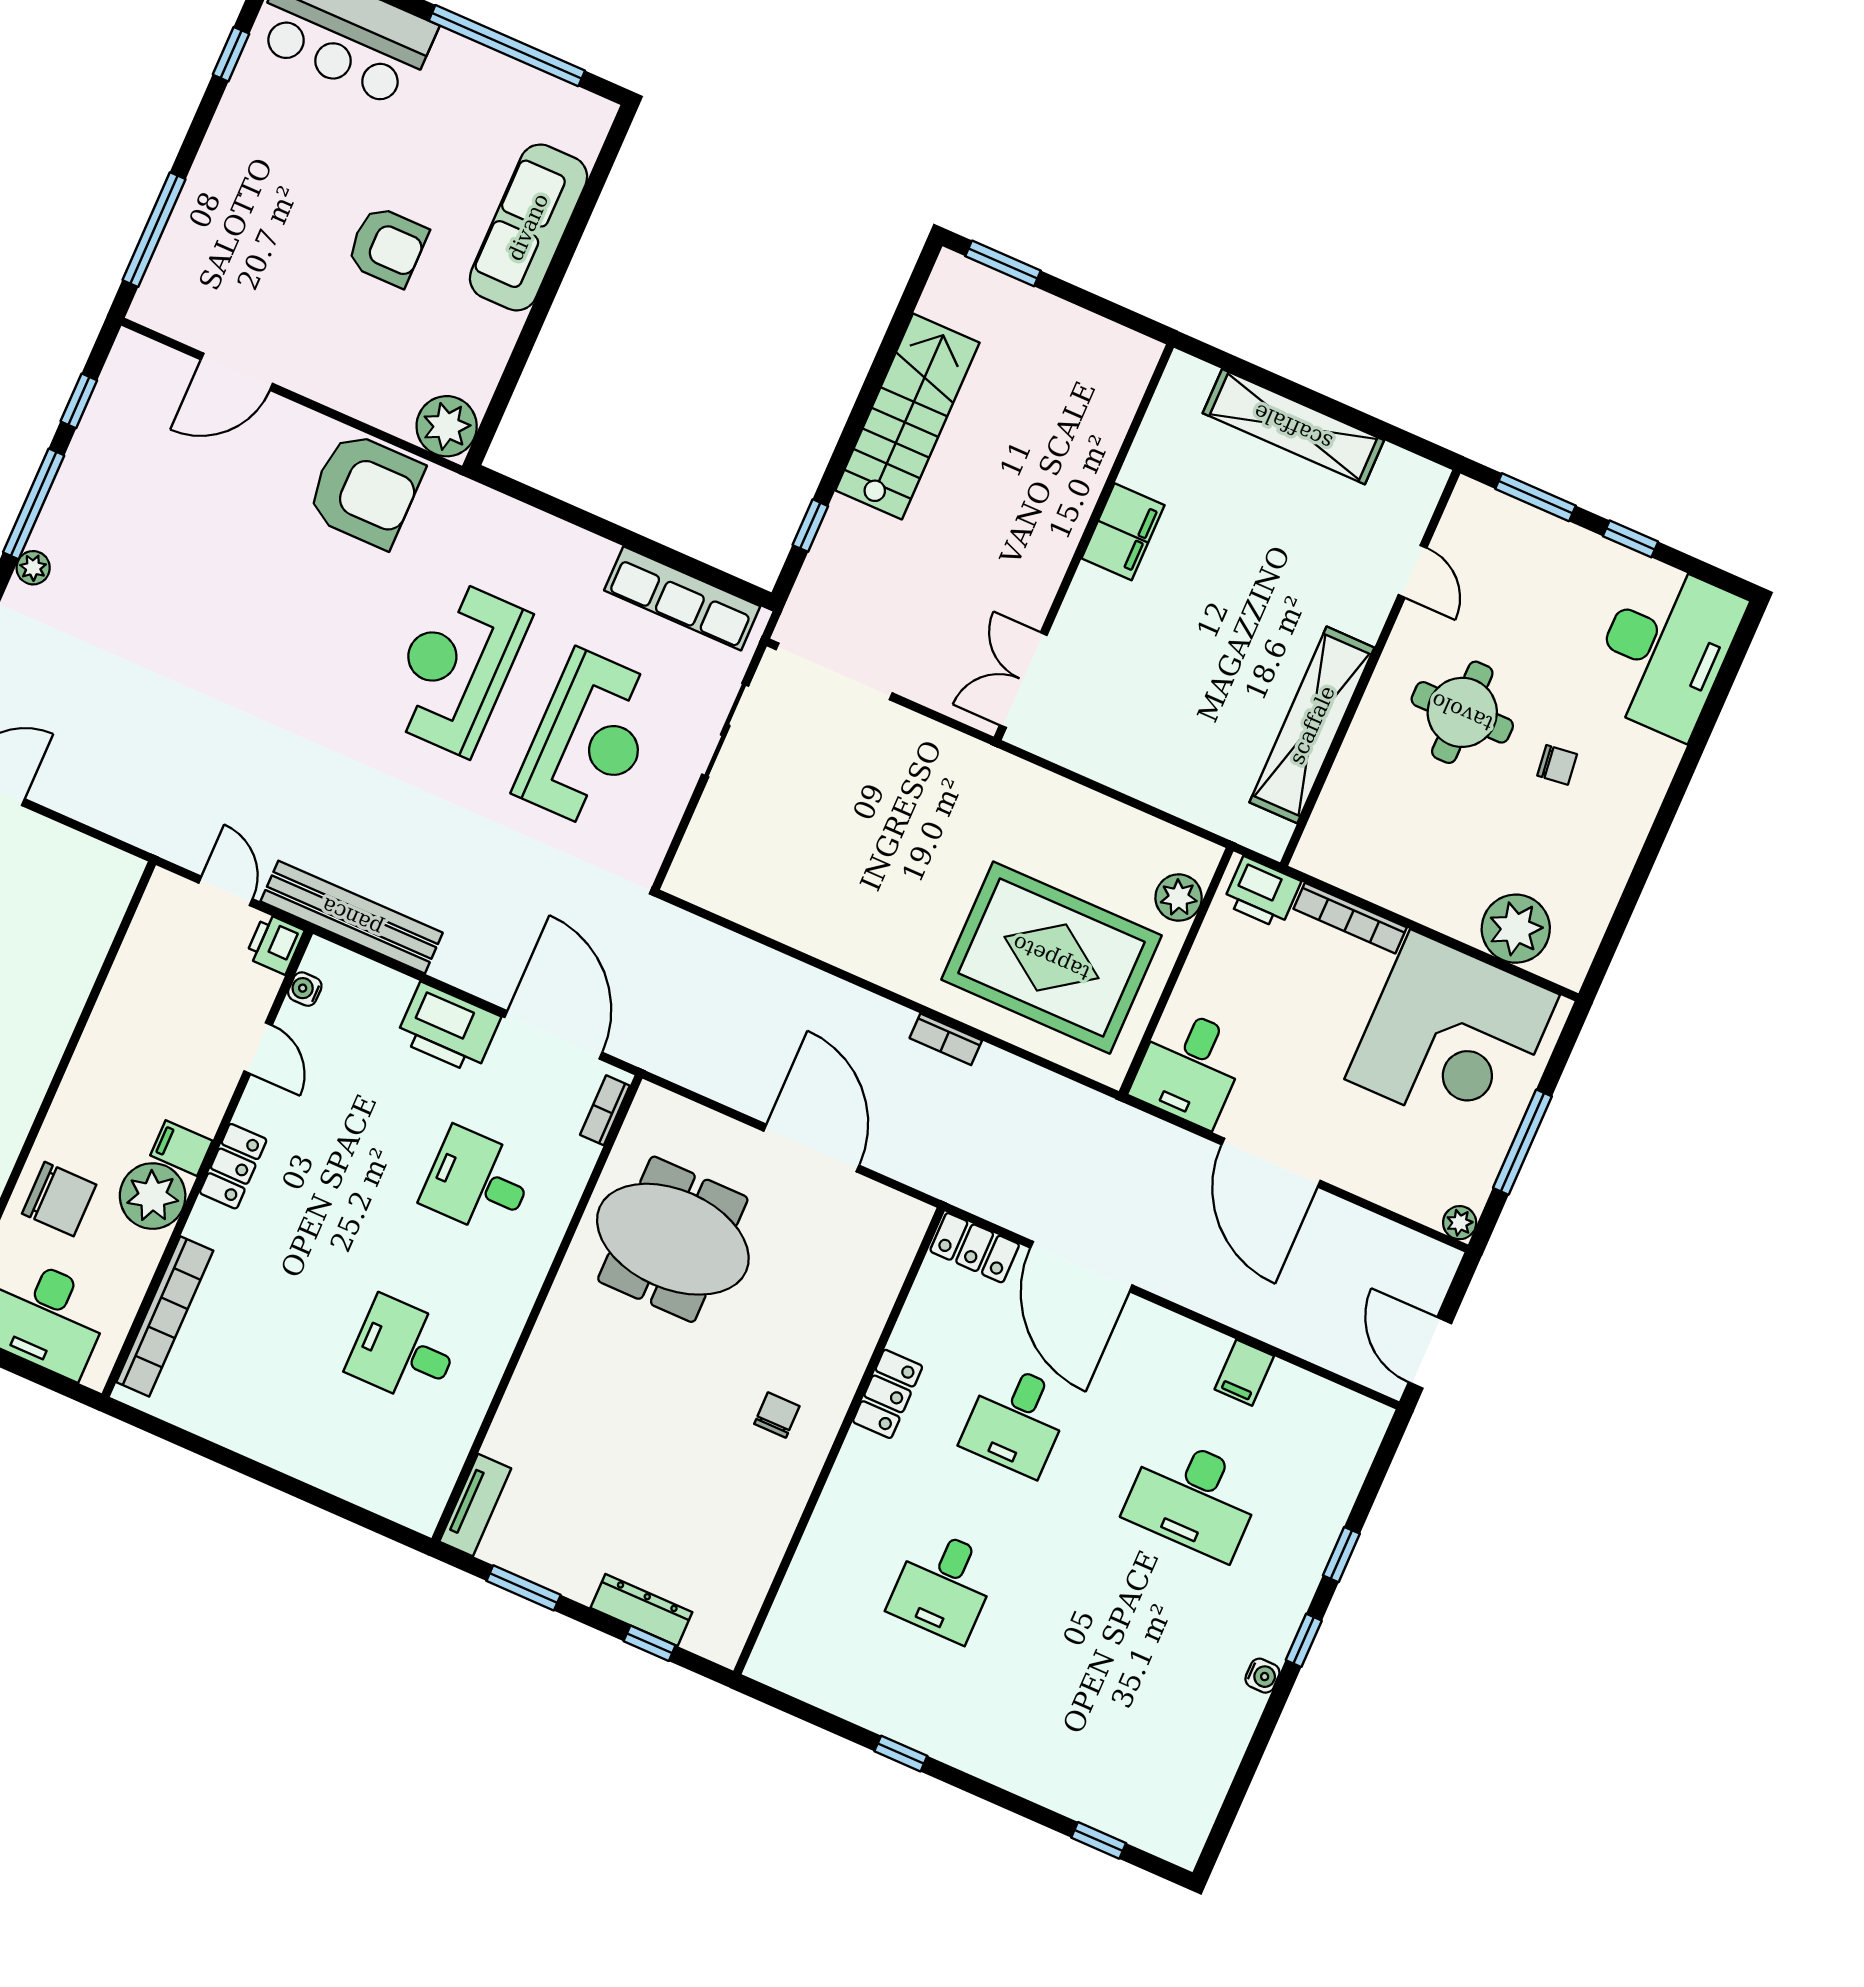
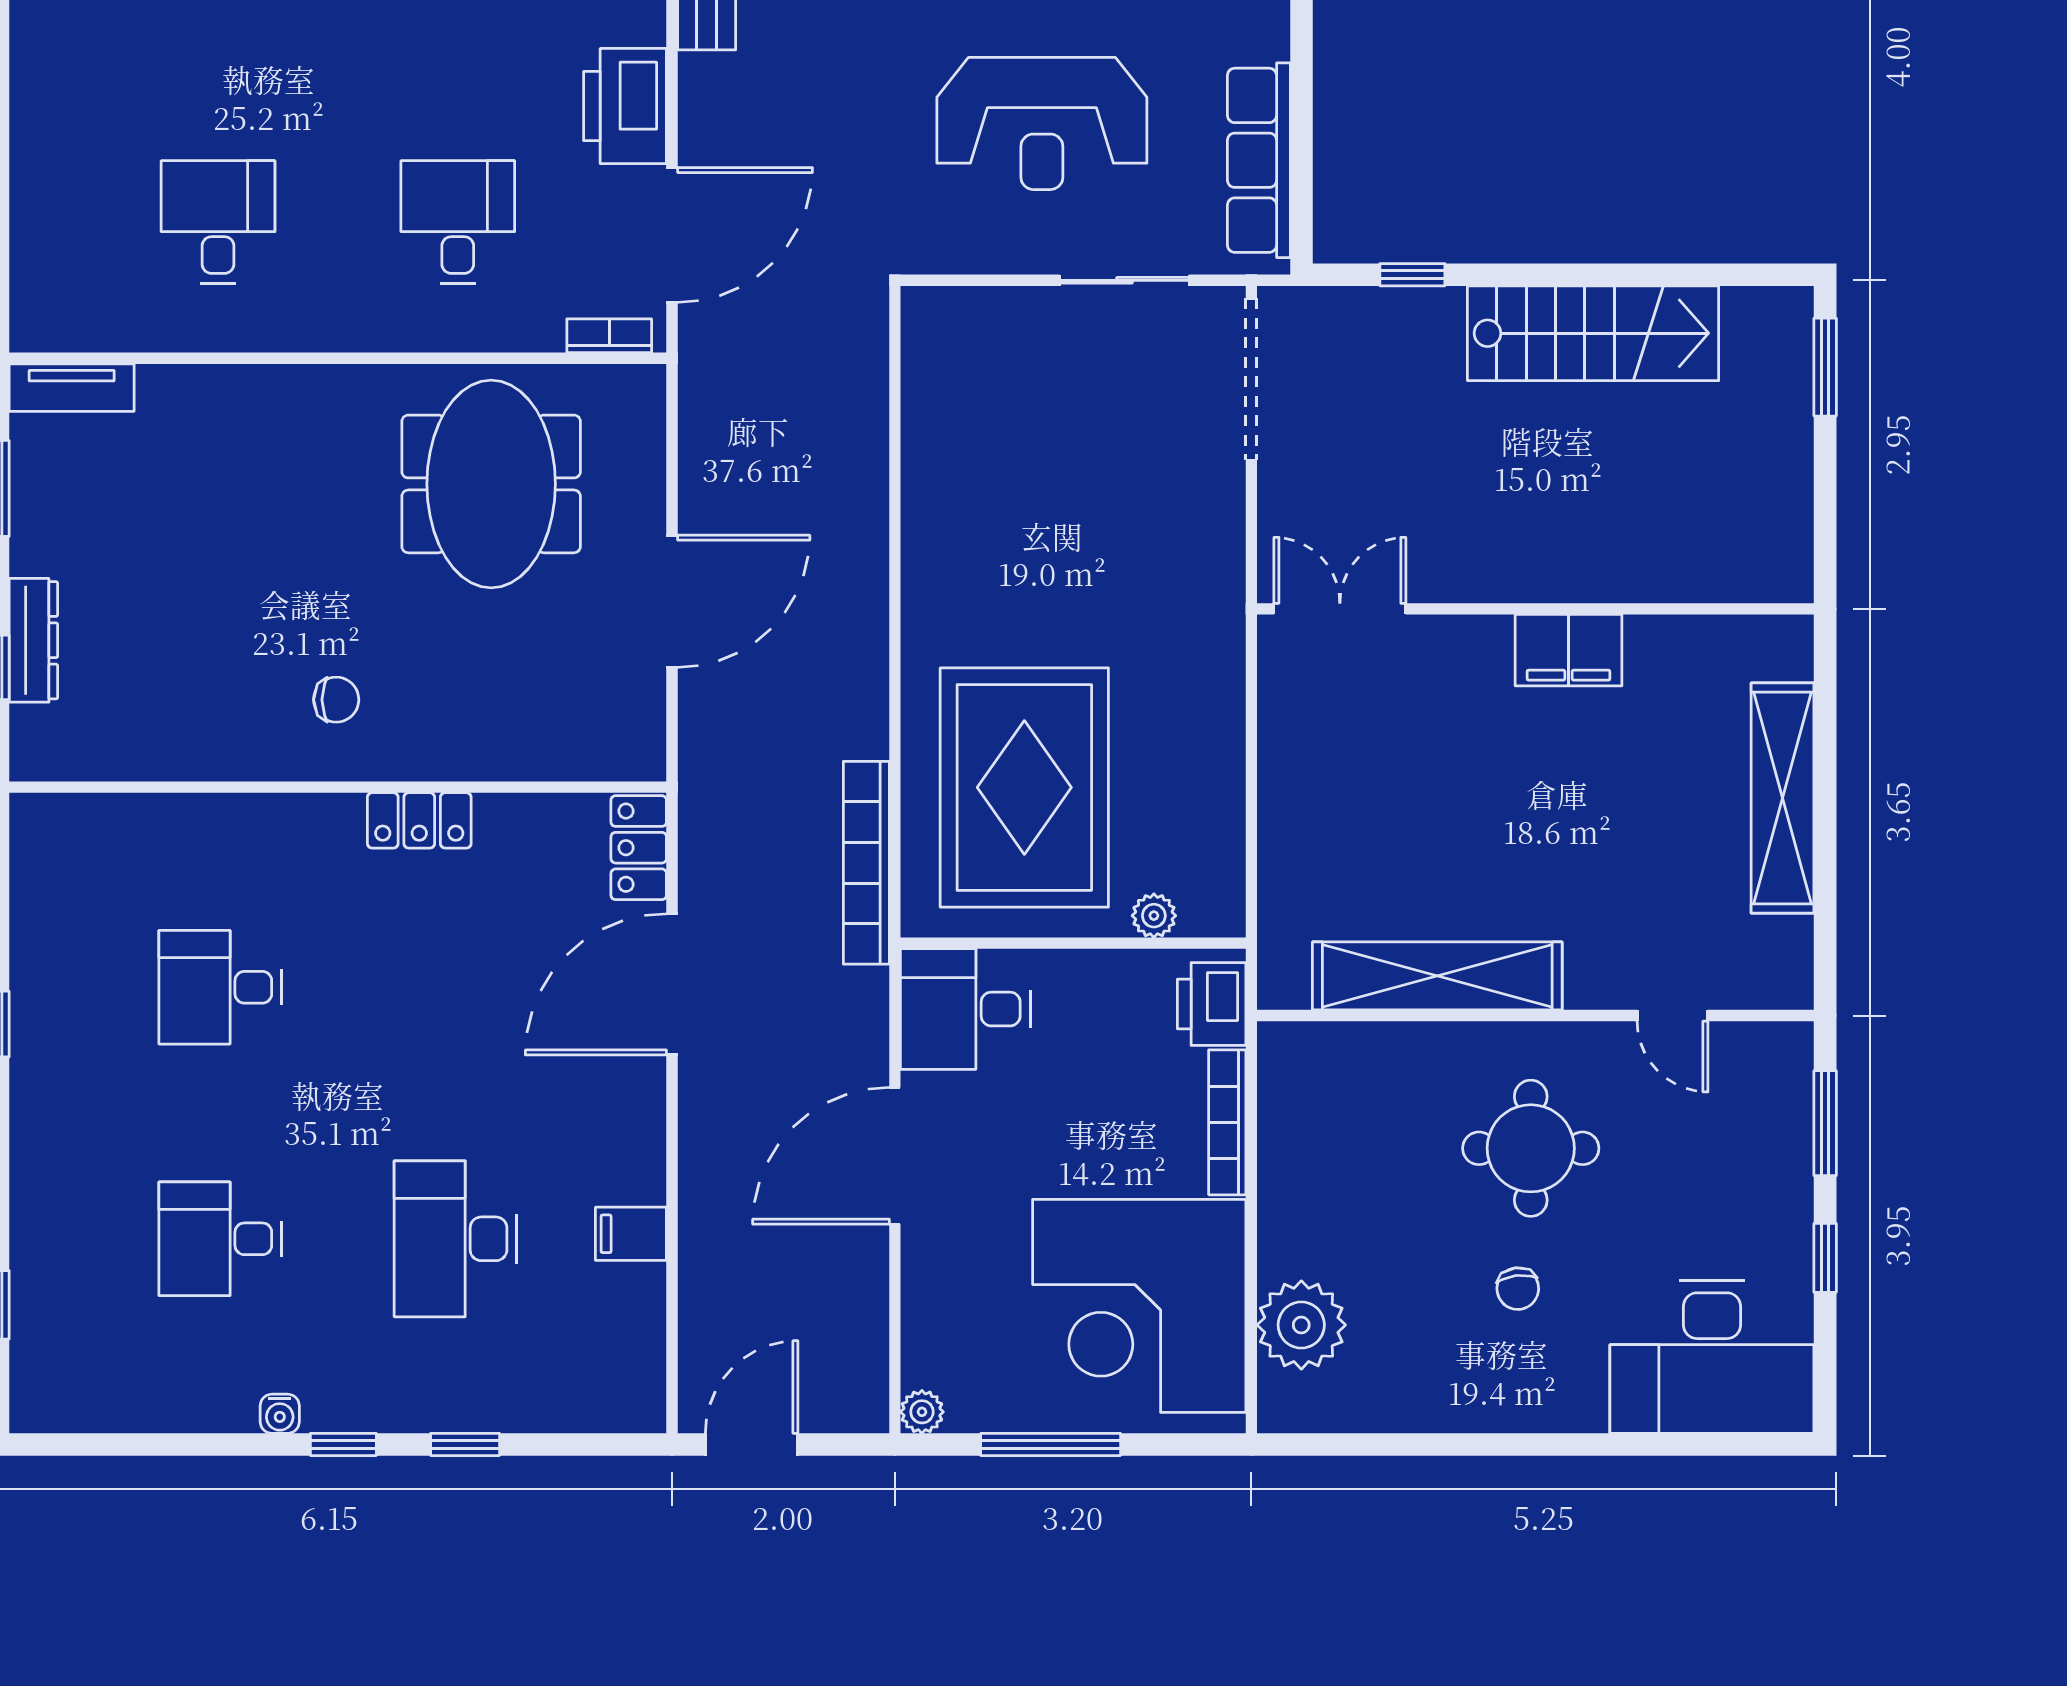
door: (1413, 571) -> (1673, 1016), hinge flipped
plant: (1179, 898) -> (1154, 916), width x0.73, depth x0.73
bookcase: (946, 1039) -> (866, 863), moved, width x2.31, depth x1.31
desk: (1016, 1420) -> (220, 1239), moved

